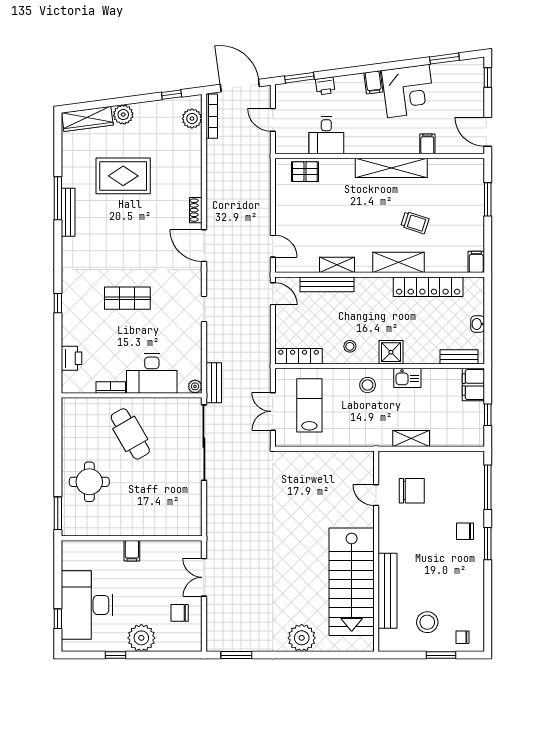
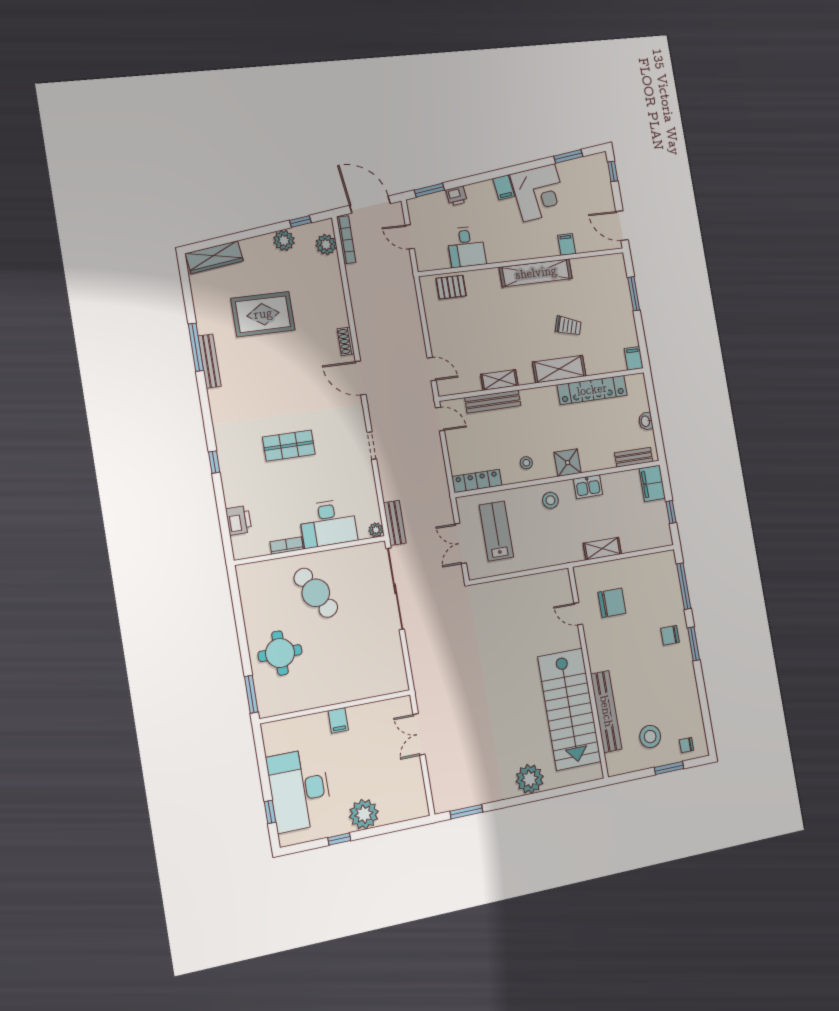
plant: (123, 115) -> (284, 240), moved
chair: (180, 613) -> (400, 778), removed

